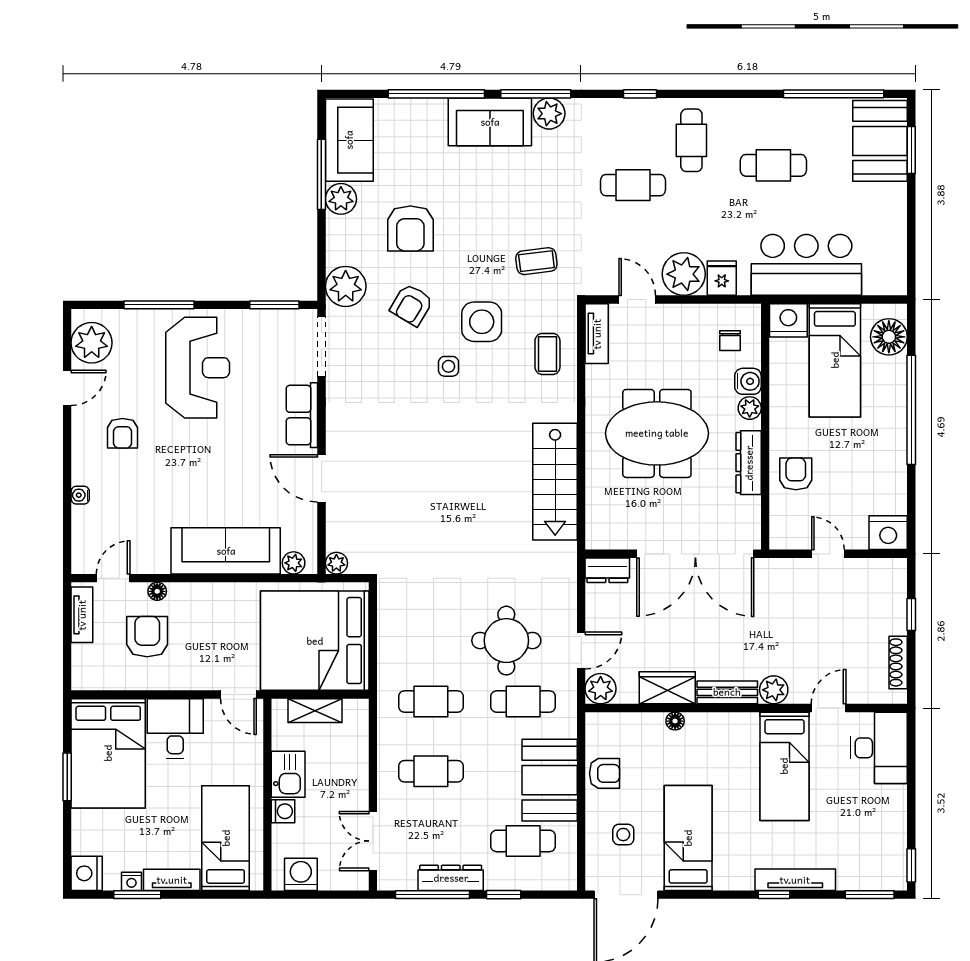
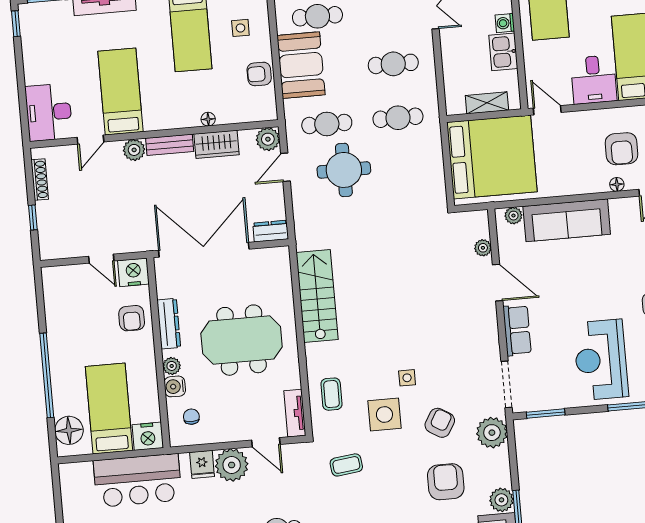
nightstand: (888, 533) -> (133, 272), moved
plant: (336, 563) -> (483, 248), moved

